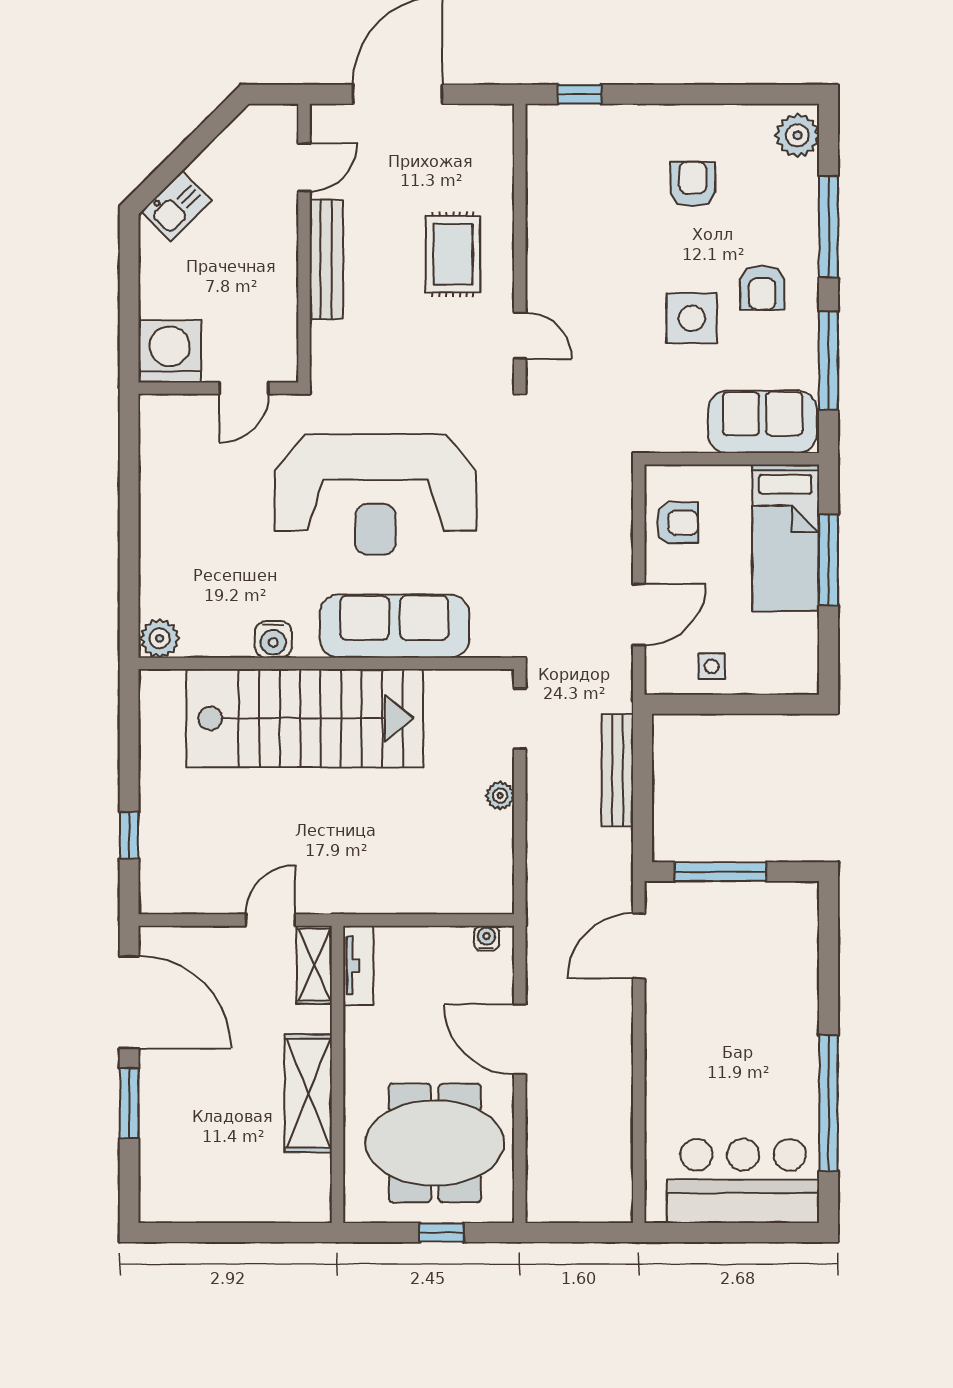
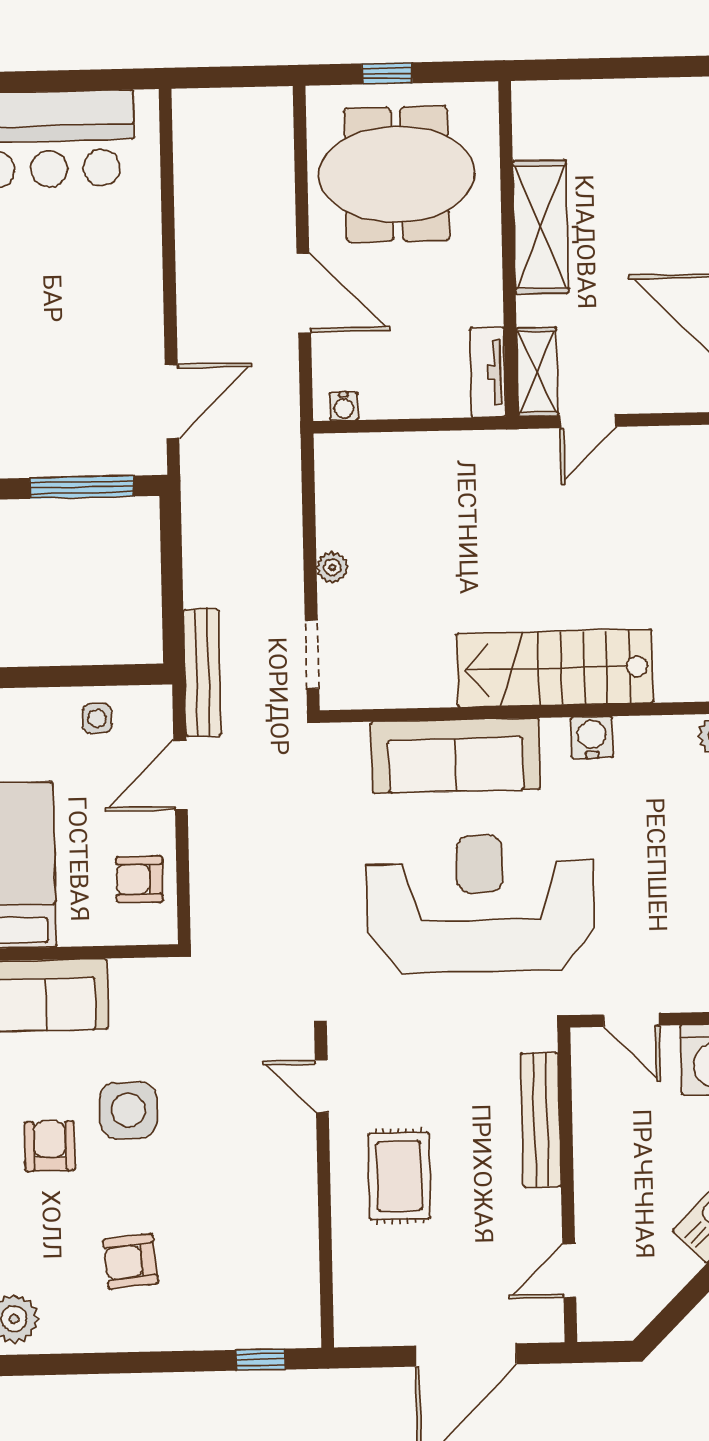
armchair: (693, 184) -> (131, 1261), turned 84
bench: (326, 259) -> (541, 1120), moved
door: (244, 388) -> (631, 1020), swing flipped
stairs: (305, 718) -> (555, 668), width x0.73, depth x0.66
bench: (617, 770) -> (202, 673), moved

